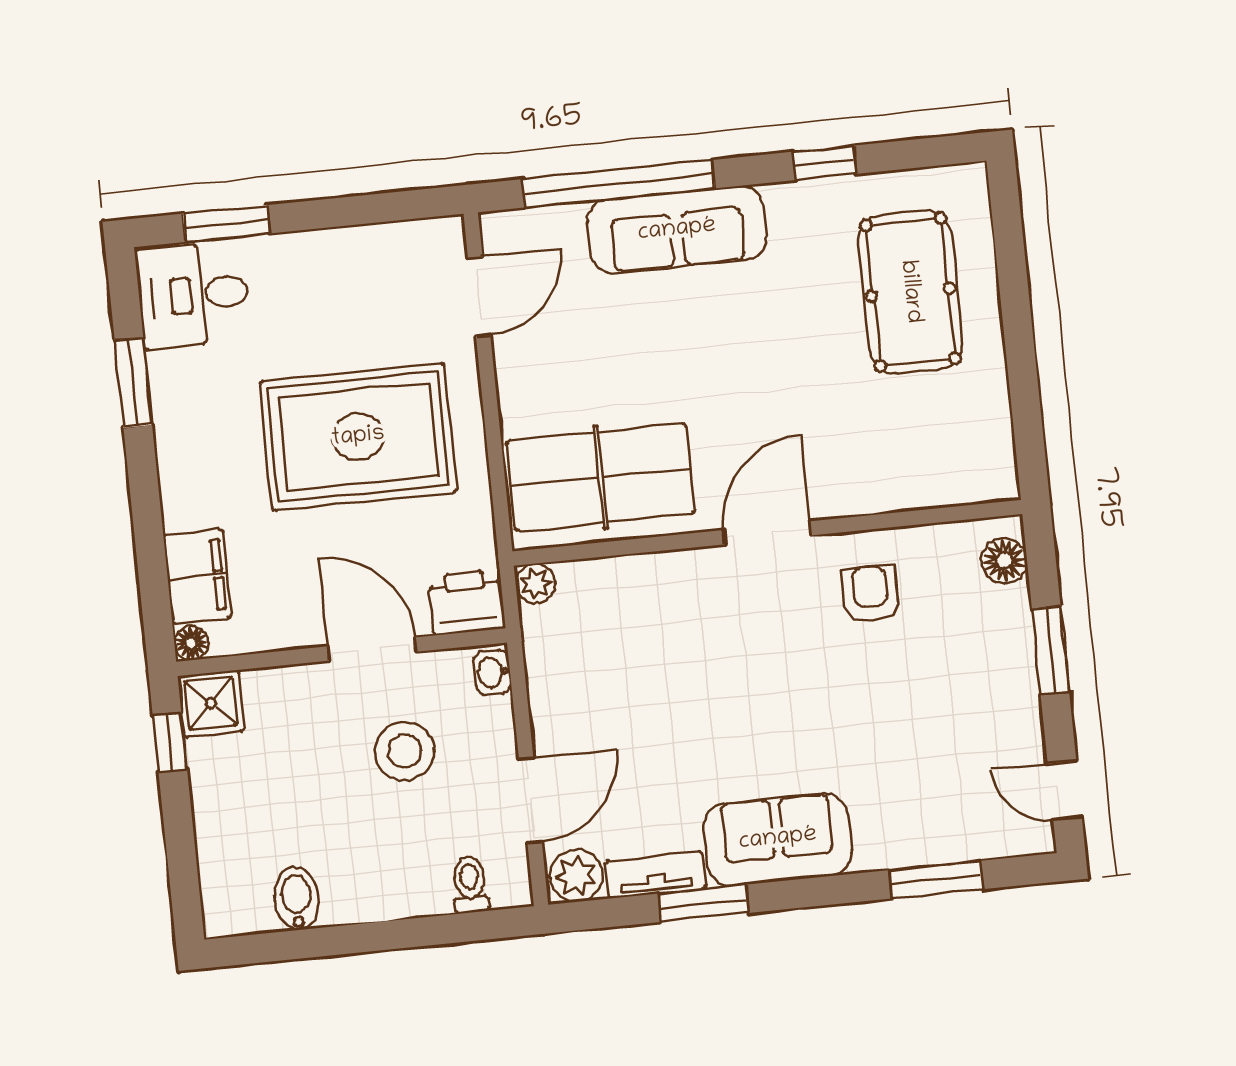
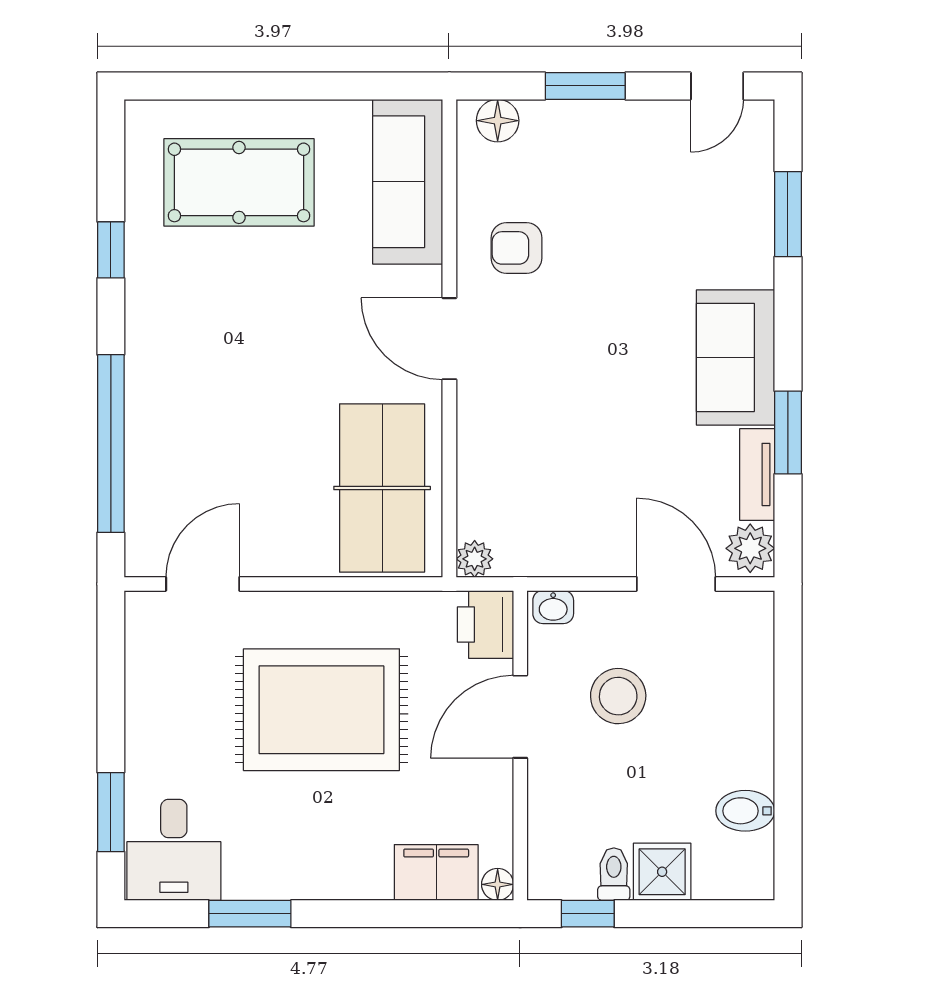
sofa: (677, 230) -> (408, 182), moved, turned 180
door: (479, 297) -> (203, 584), hinge flipped
rug: (358, 437) -> (321, 710), turned 90
shower: (211, 703) -> (662, 872), moved
toilet: (470, 885) -> (614, 874), moved, turned 90

